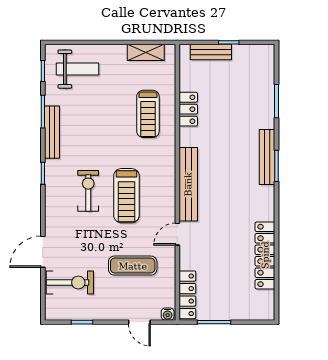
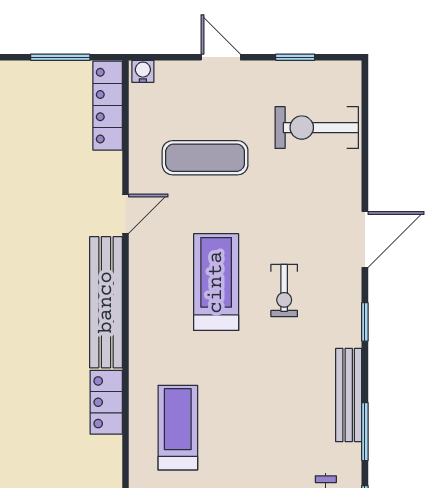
locker: (188, 109) -> (106, 402), moved
exercise bike: (88, 191) -> (284, 290), width x0.73, depth x0.72
door: (43, 252) -> (365, 239), moved
door: (139, 322) -> (221, 57), moved

